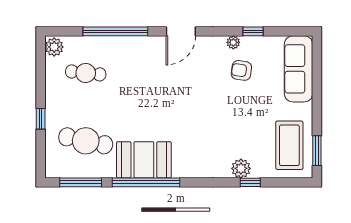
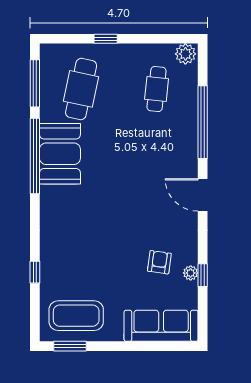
plant: (233, 42) -> (191, 273), moved
plant: (241, 168) -> (50, 262), removed

